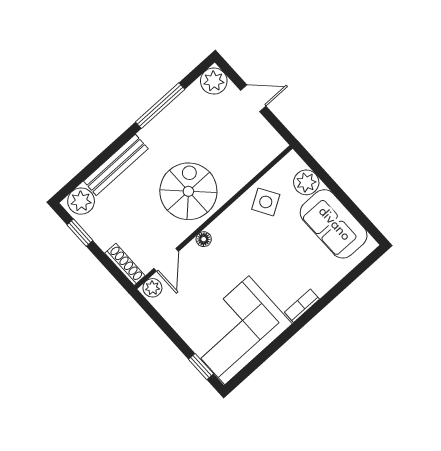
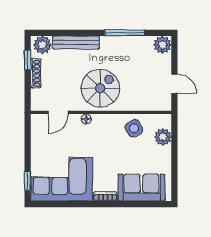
door: (253, 98) -> (174, 84), moved
sofa: (334, 224) -> (142, 188), moved, turned 90
shoe rack: (125, 264) -> (36, 73), moved
plant: (152, 288) -> (39, 120), removed

